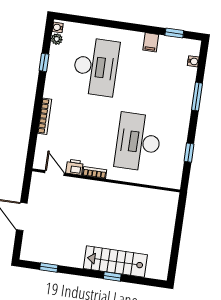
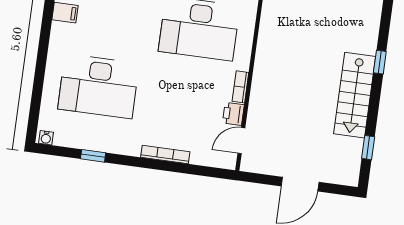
plant: (57, 39) -> (62, 139), removed
desk: (96, 67) -> (98, 86), turned 180
stairs: (115, 262) -> (355, 95), moved

